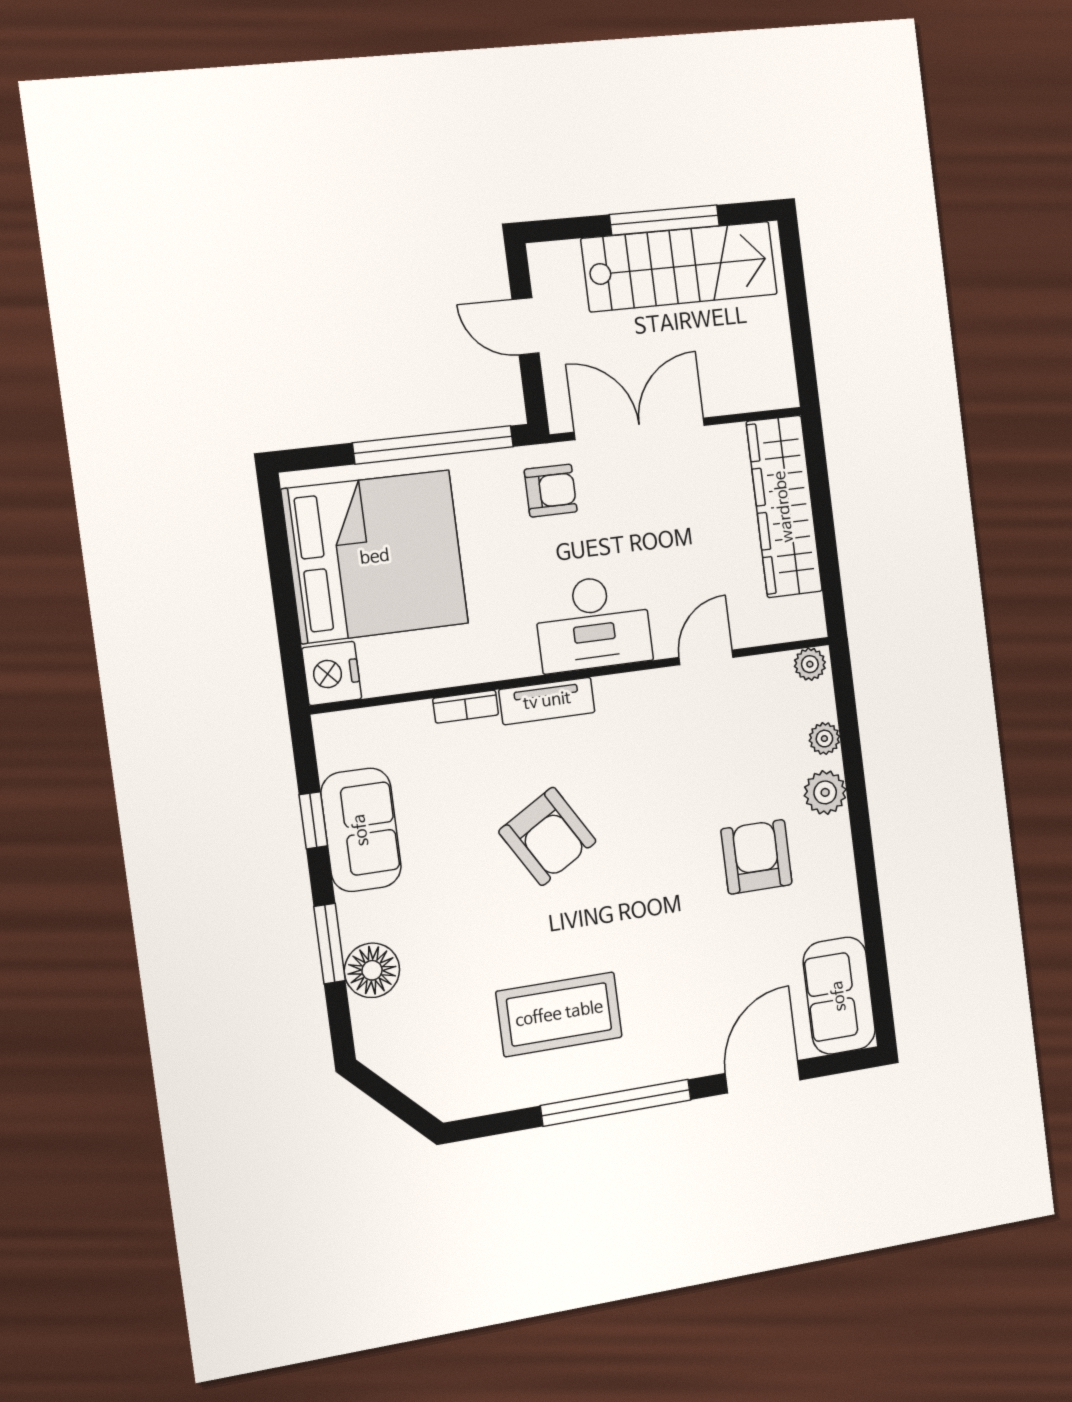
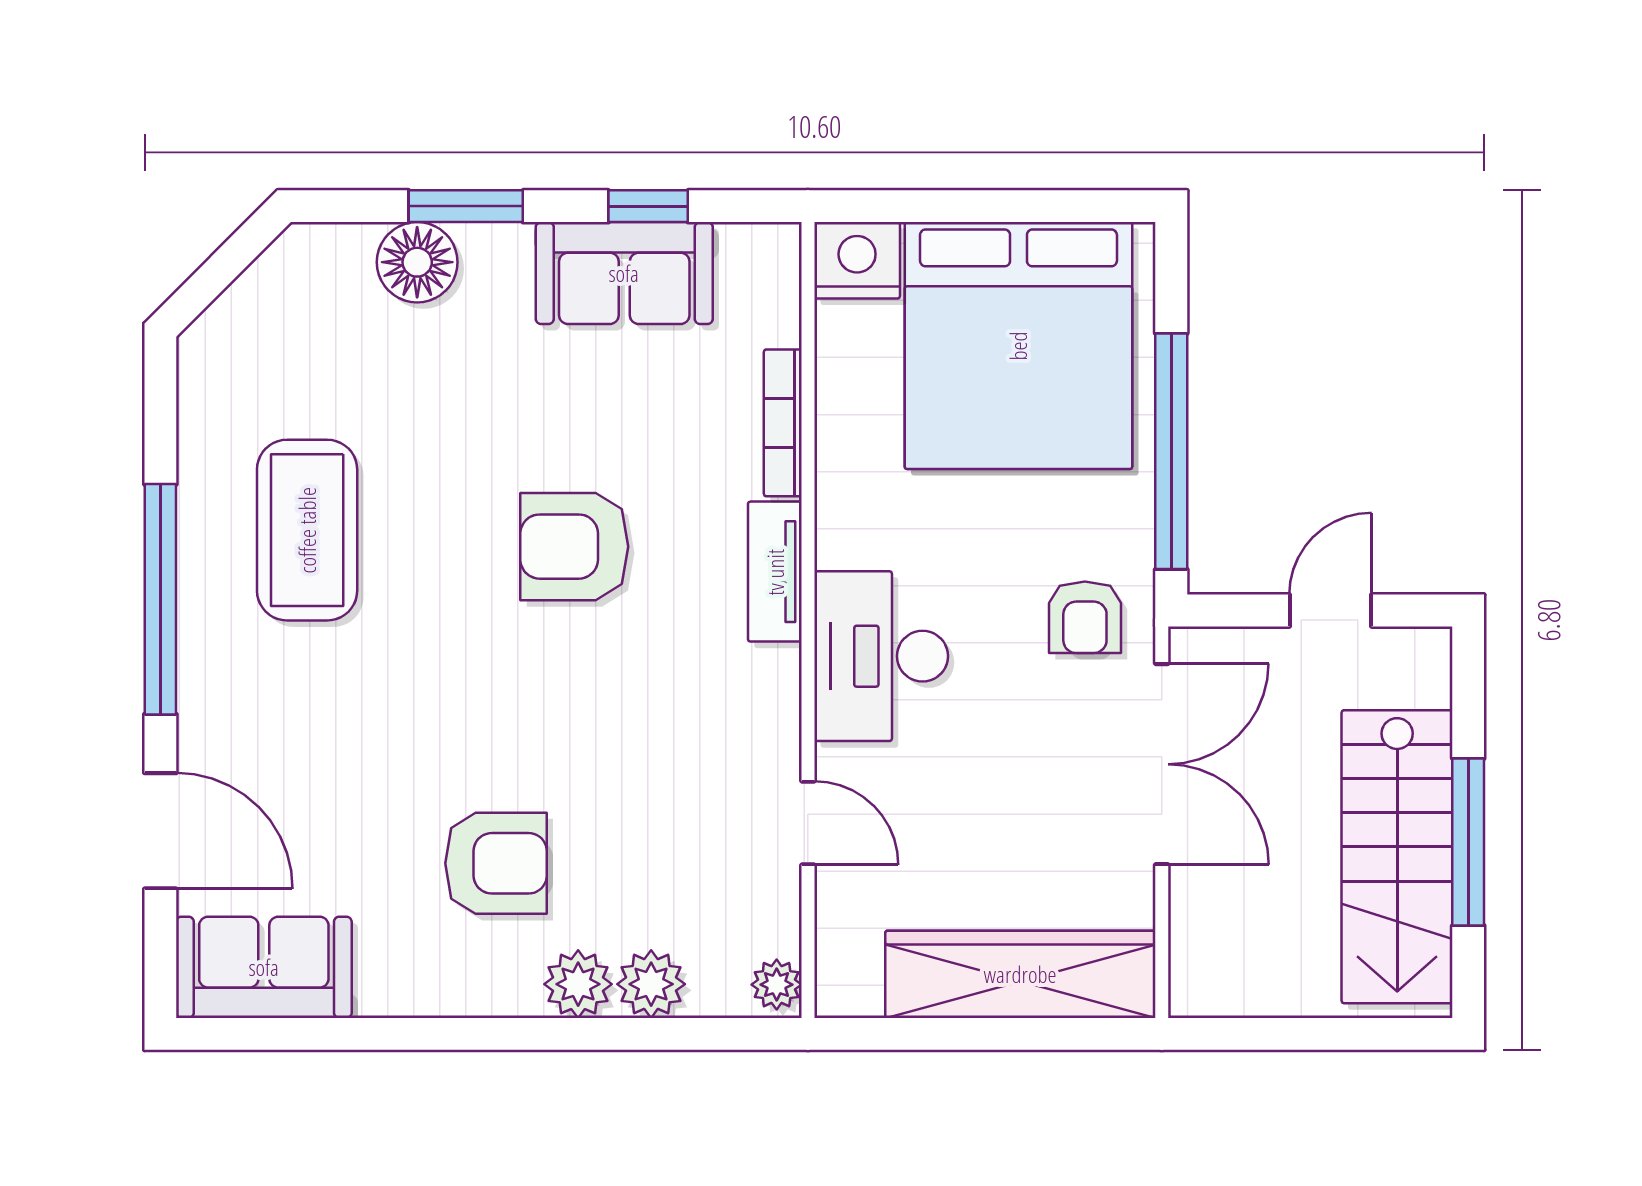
bookcase: (466, 707) -> (783, 423), width x1.56
plant: (824, 739) -> (651, 984), width x1.38, depth x1.38
armchair: (547, 836) -> (574, 547), turned 31

